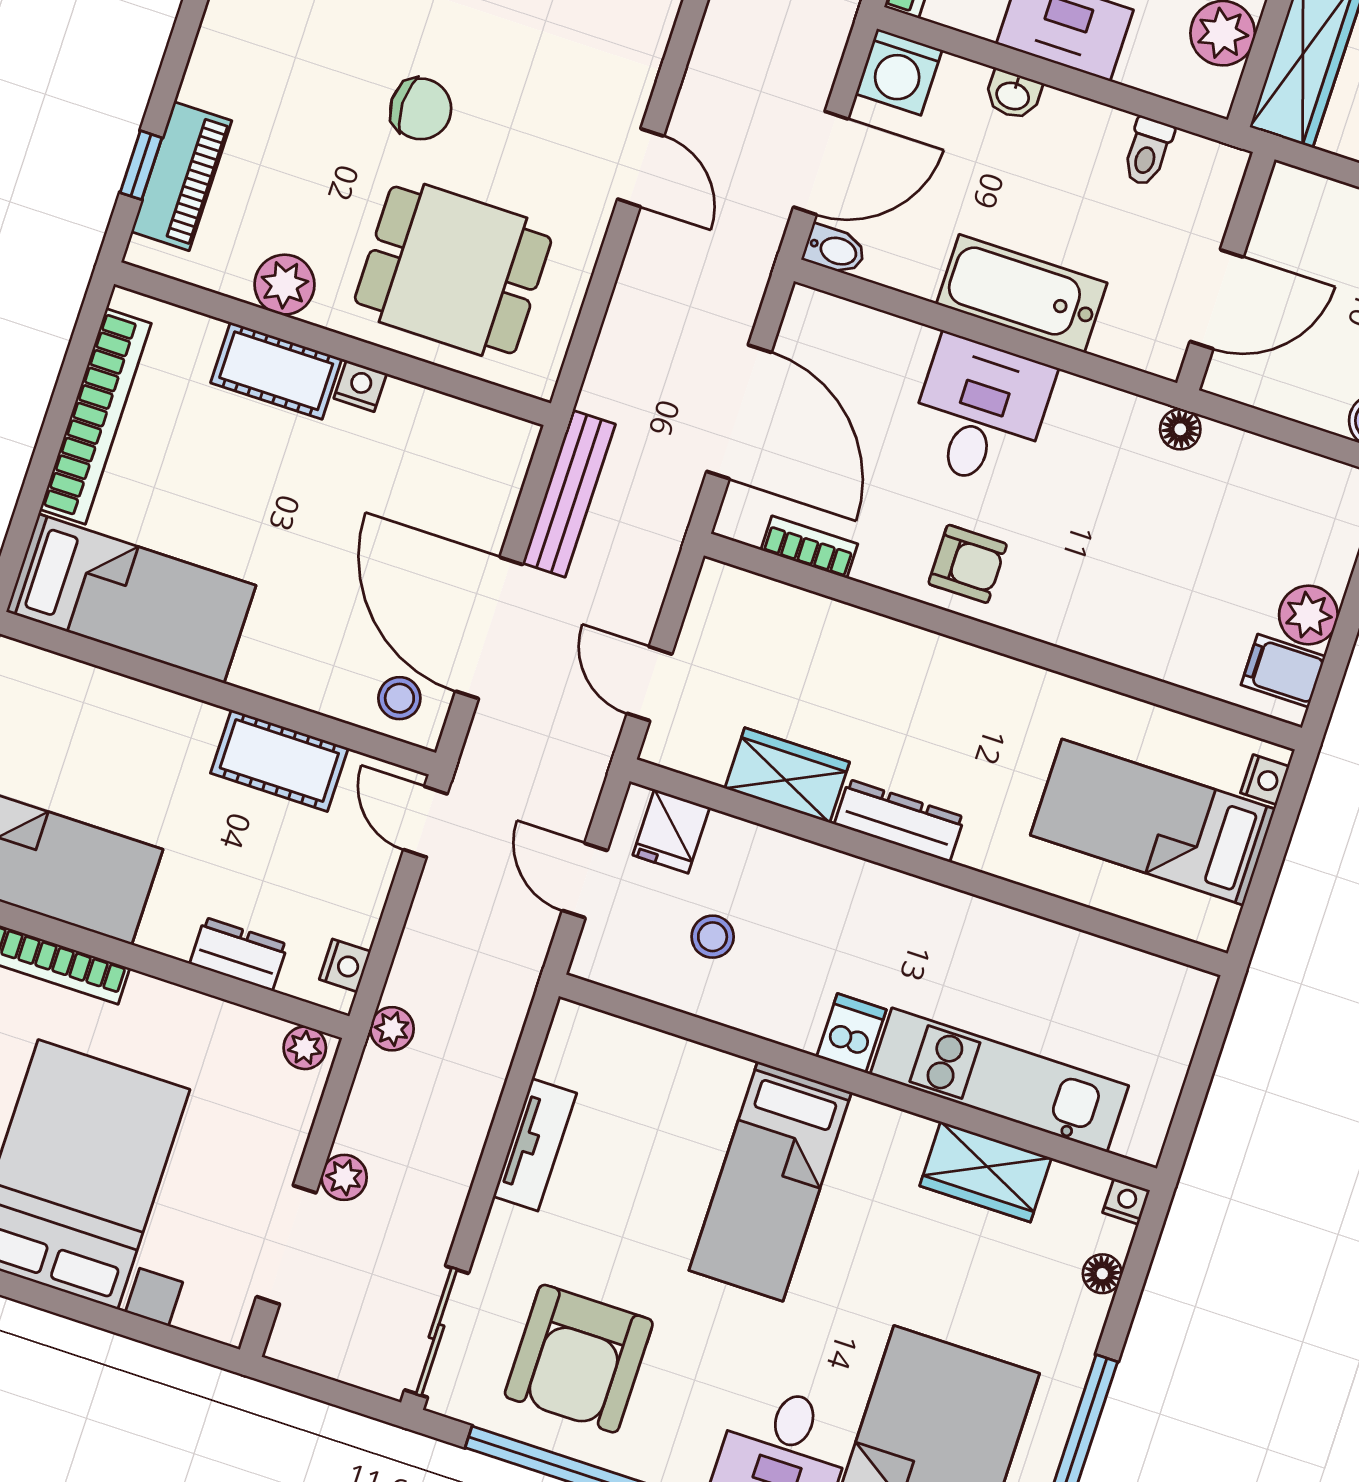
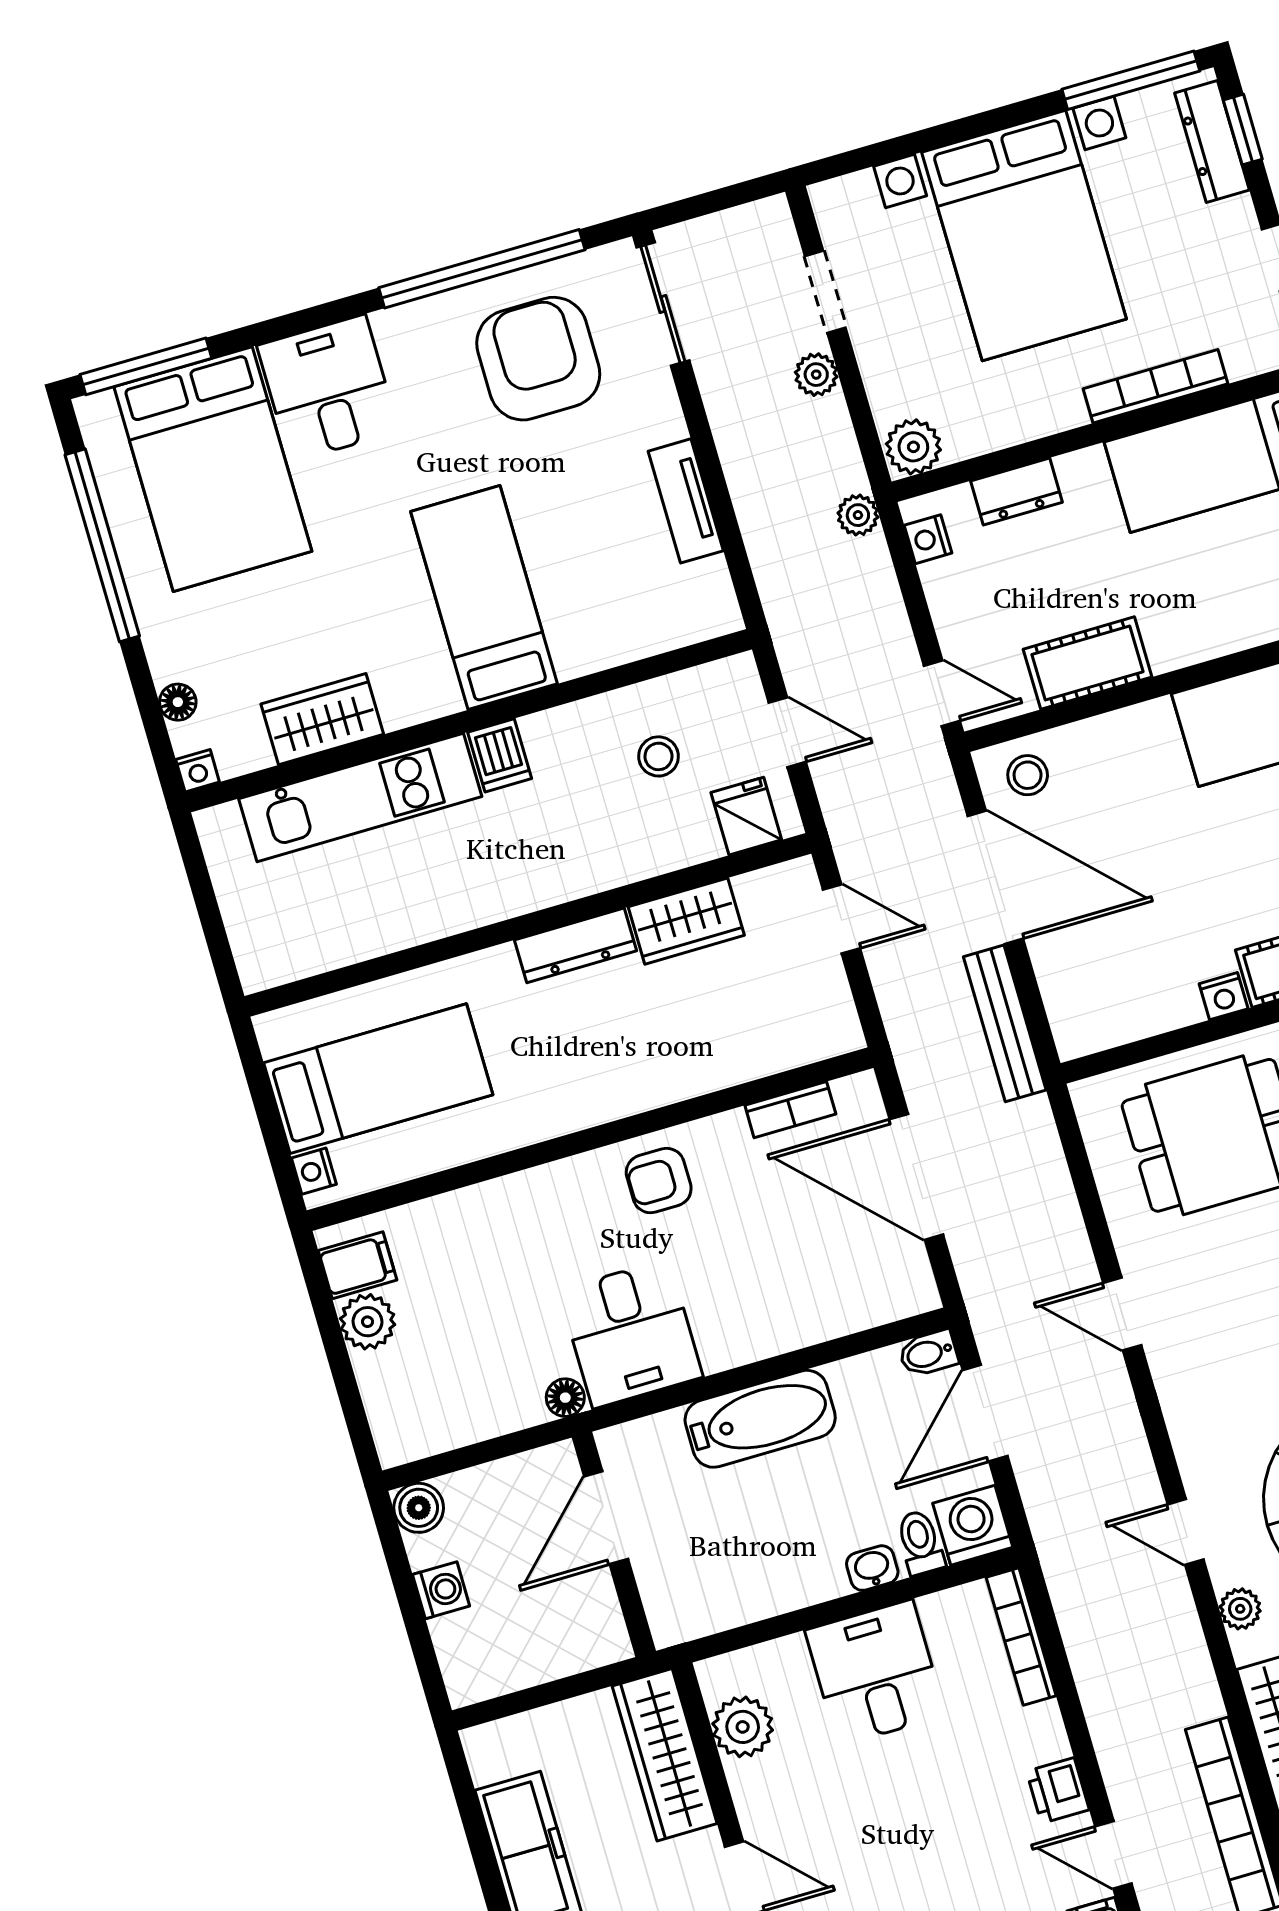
toilet: (1148, 152) -> (920, 1543), moved
desk: (980, 412) -> (631, 1334), moved
plant: (305, 1048) -> (913, 447), width x1.38, depth x1.38
doorway: (286, 1245) -> (825, 292), width x0.73

